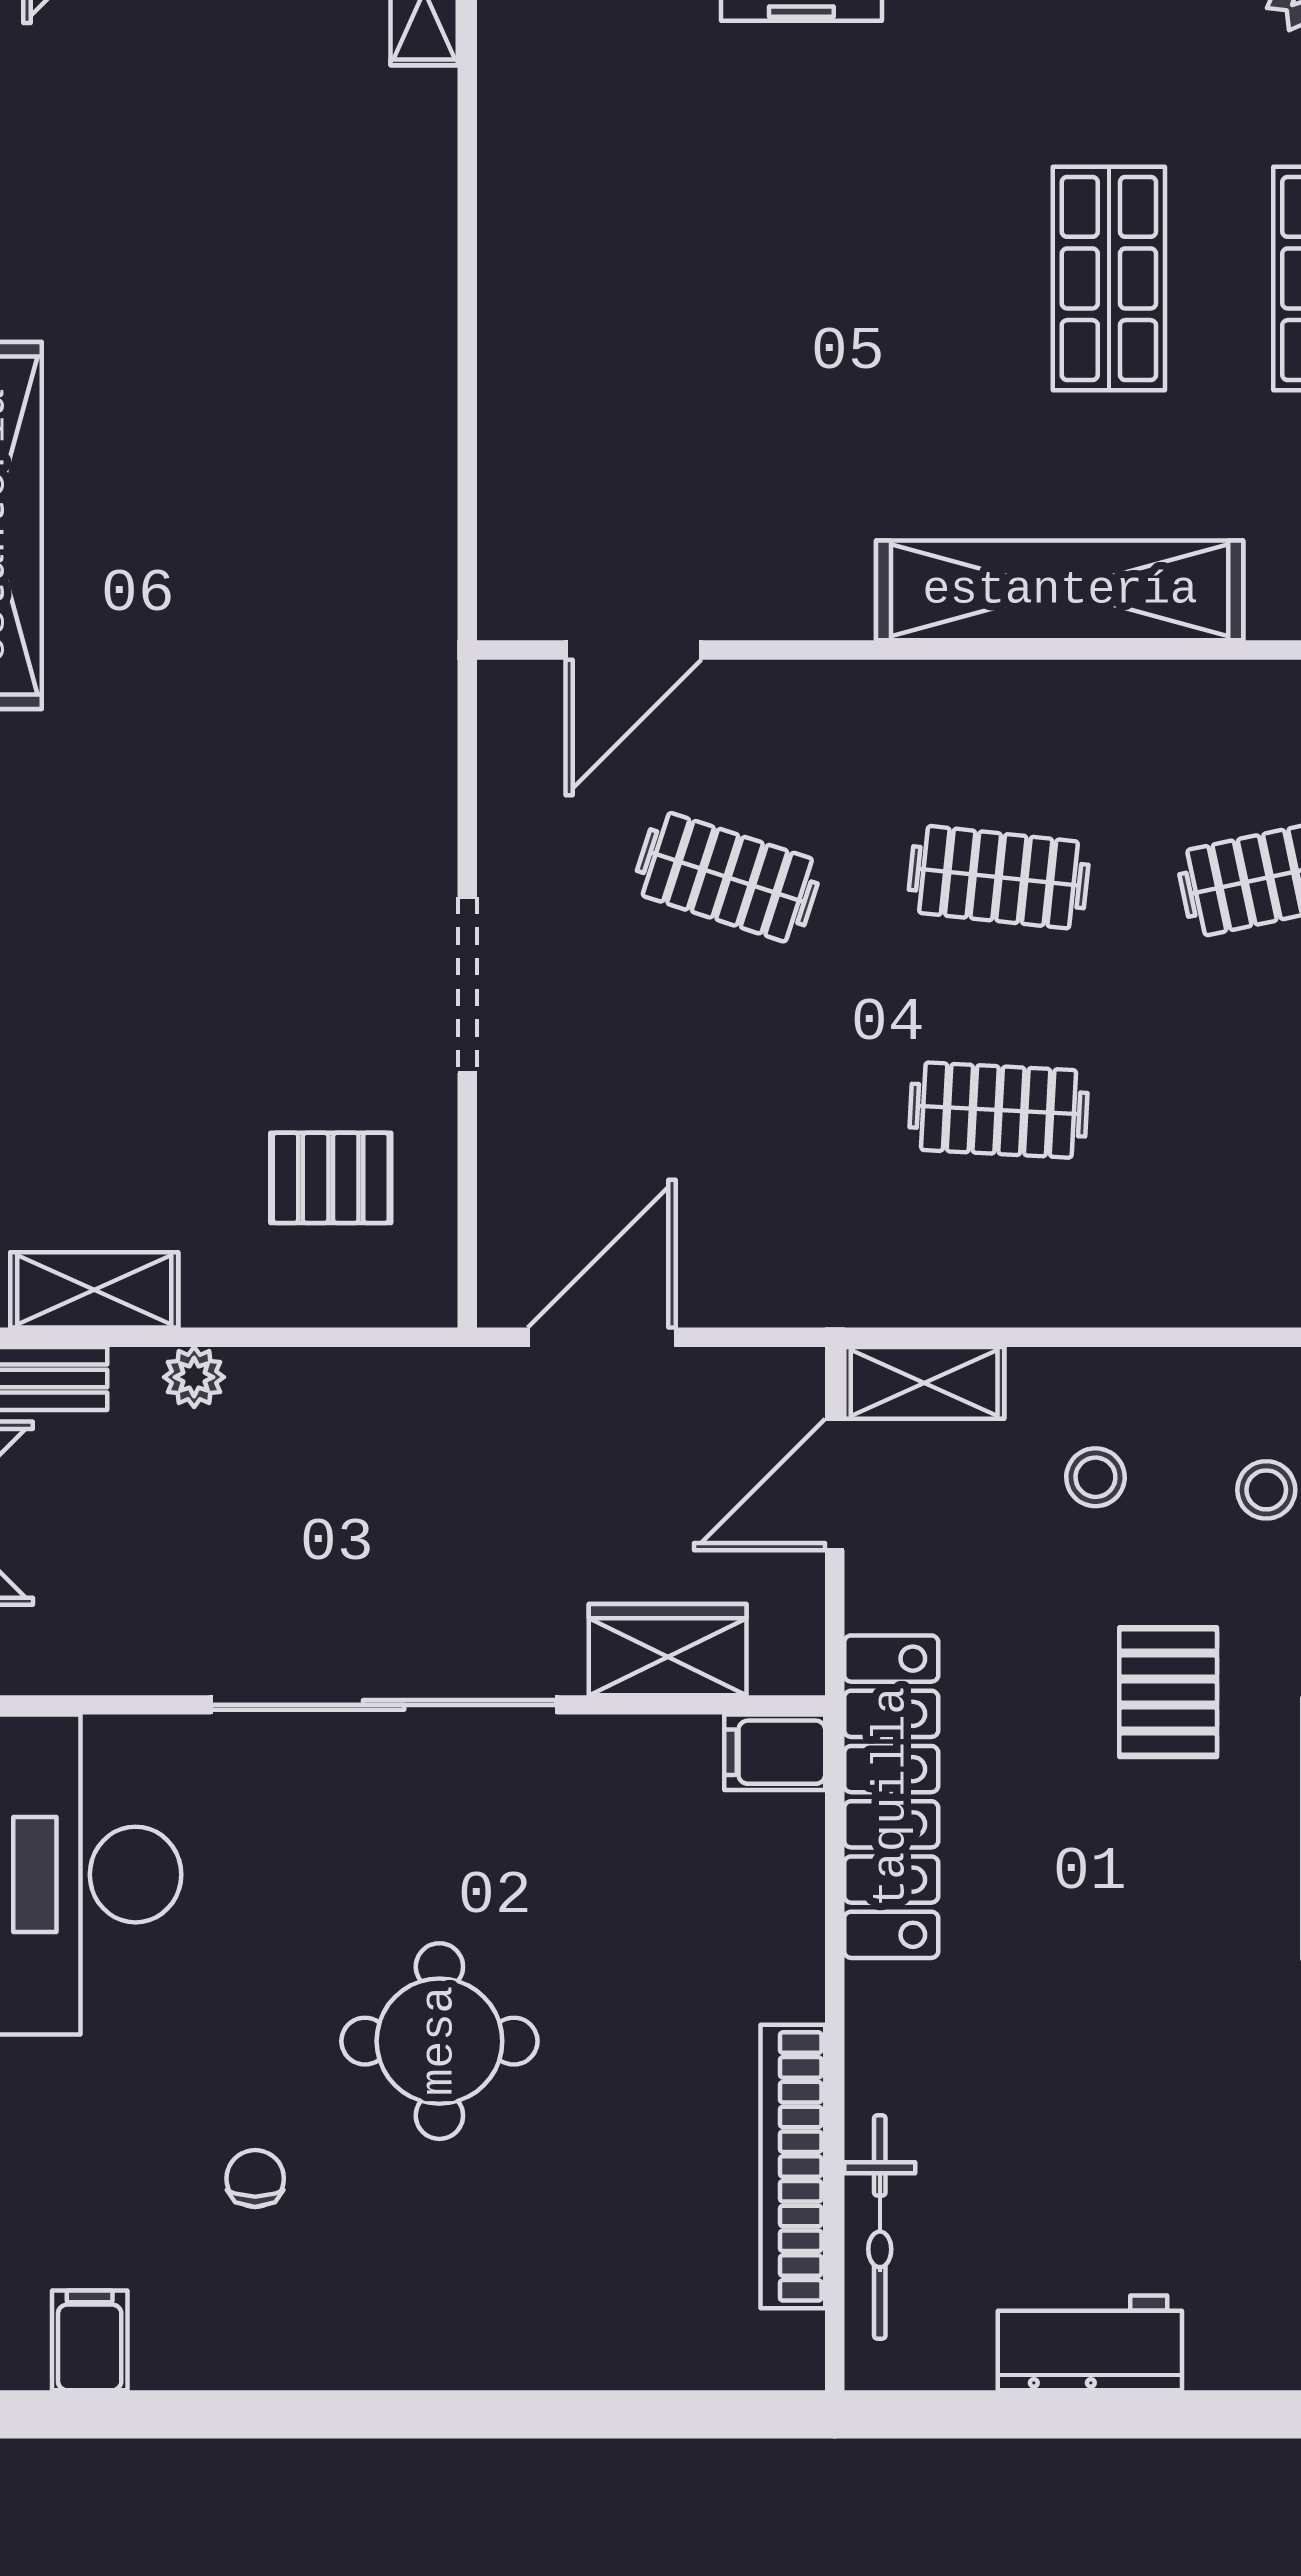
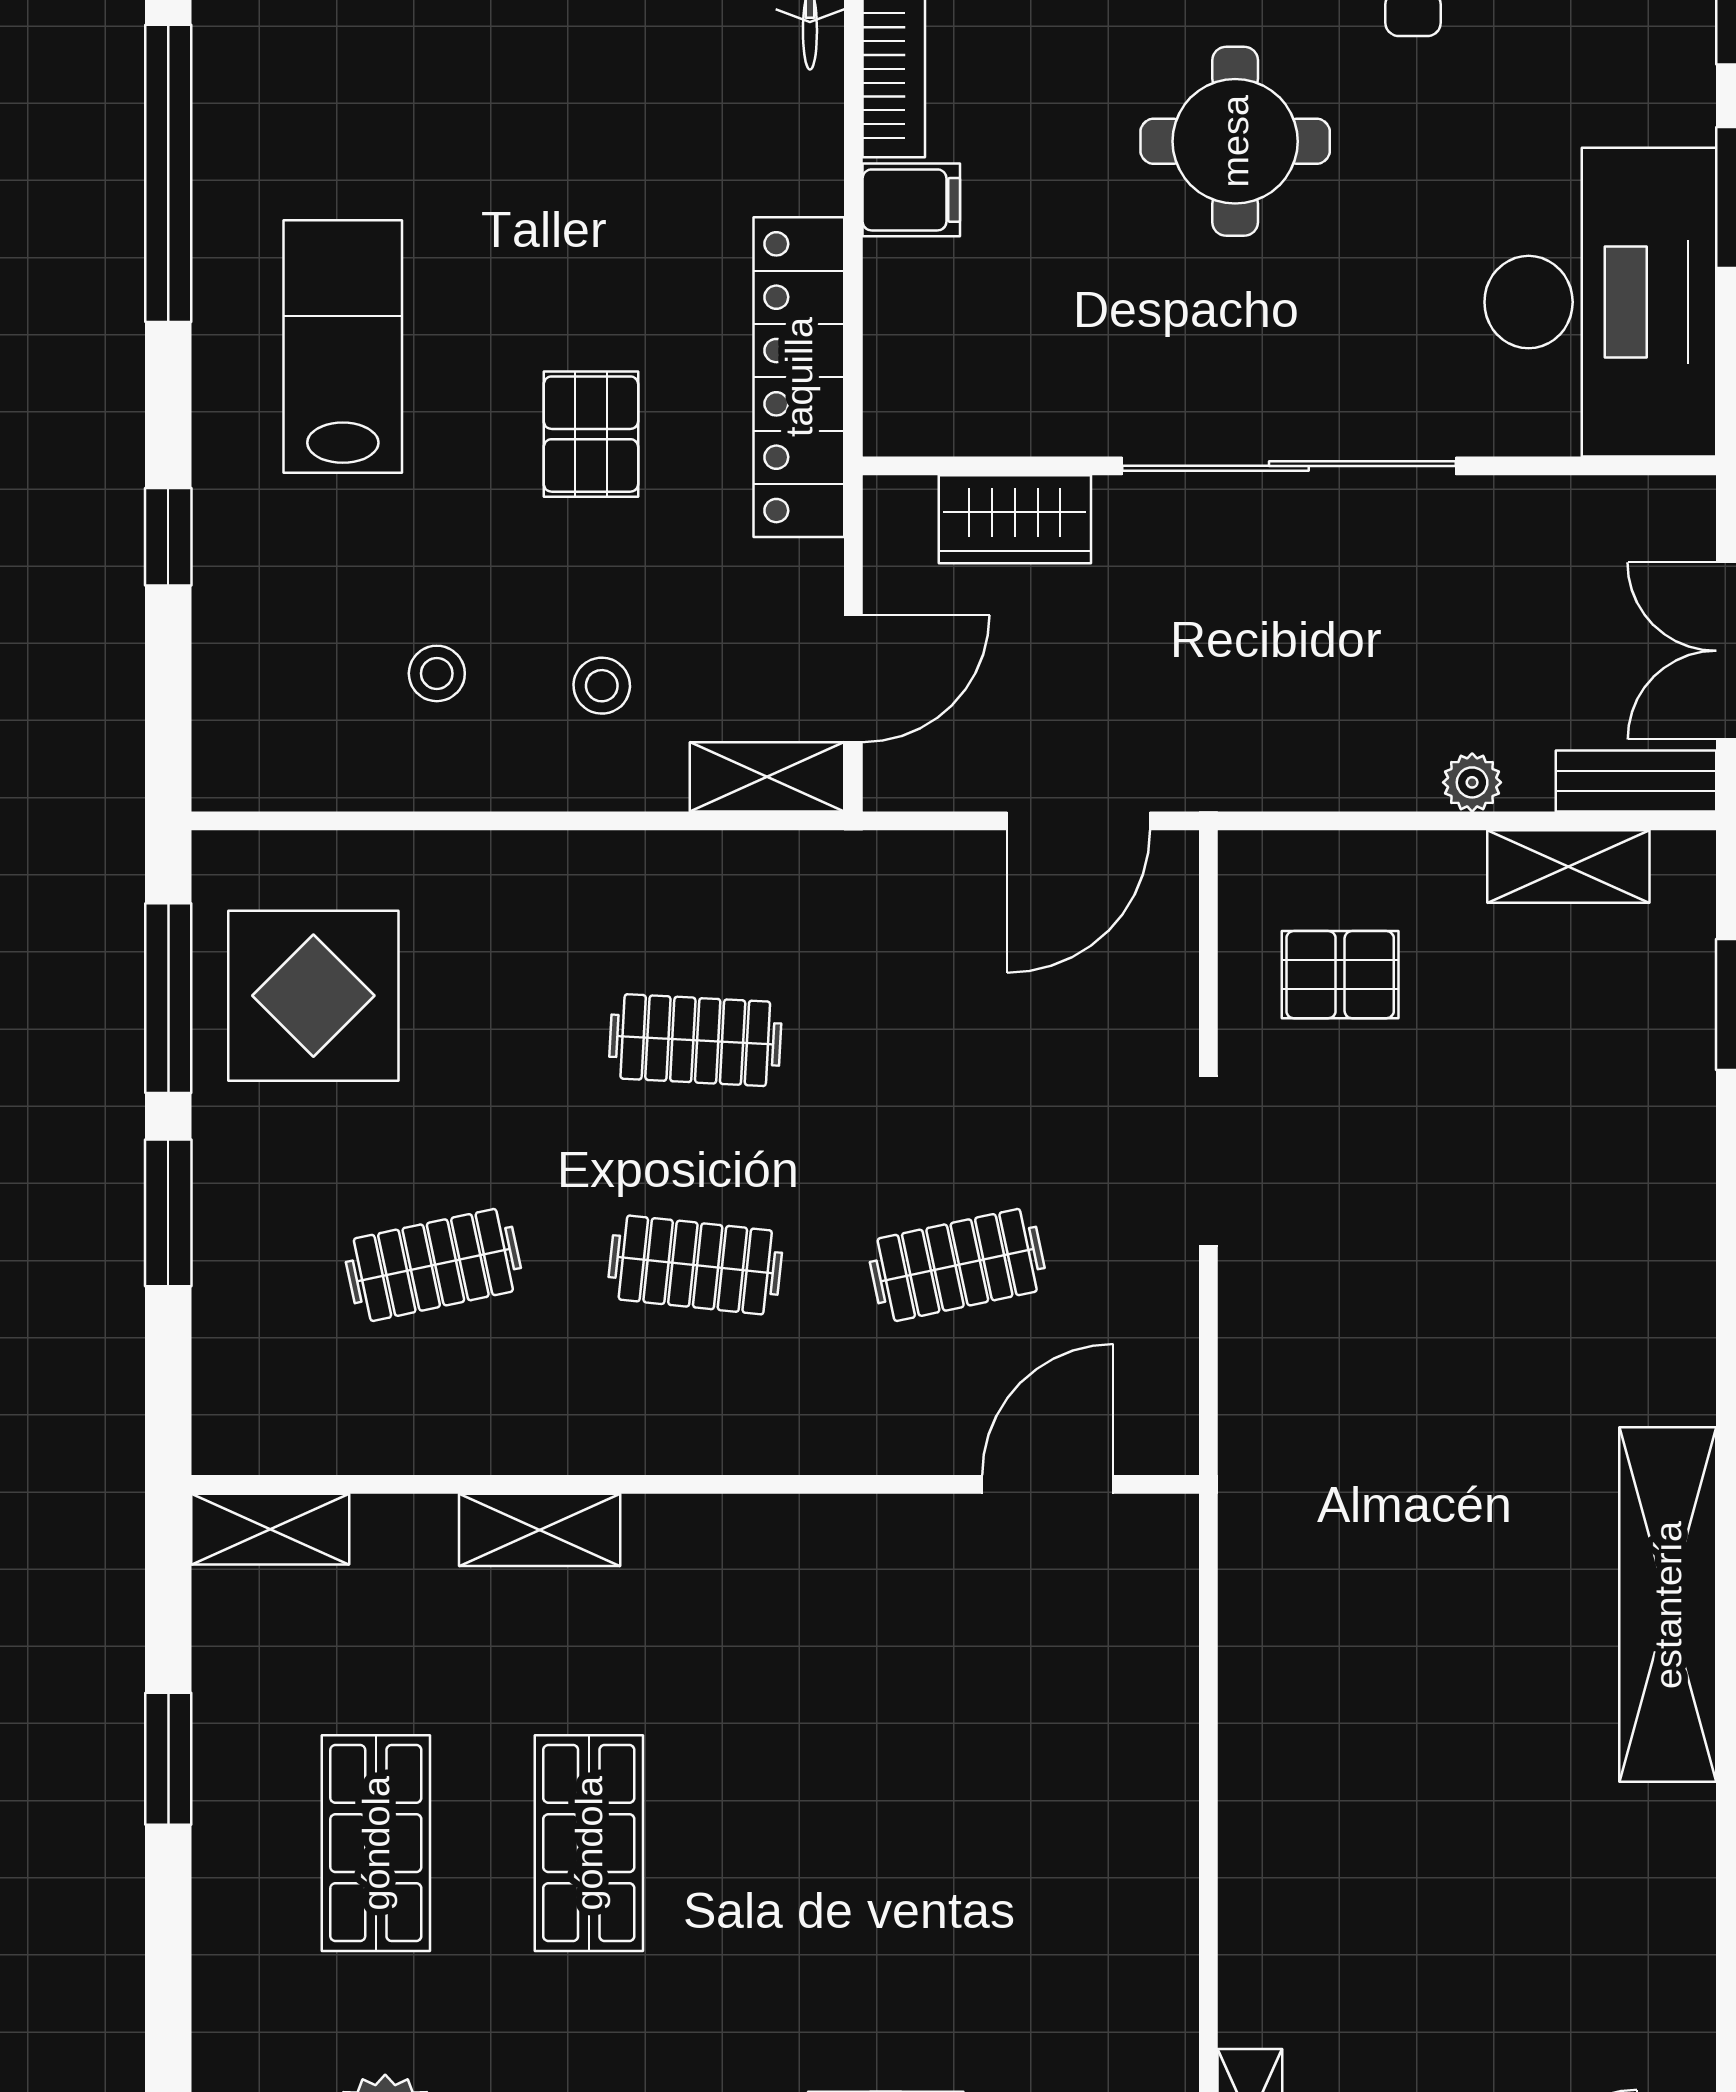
shelving: (1060, 590) -> (540, 1530), width x0.45, depth x0.75
clothes rail: (727, 877) -> (957, 1265), turned -30
pallet: (1168, 1692) -> (591, 434), moved
filing cabinet: (775, 1752) -> (911, 200), moved

